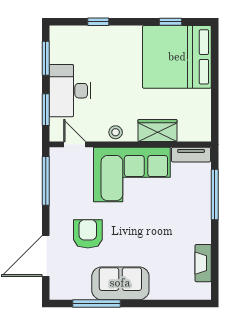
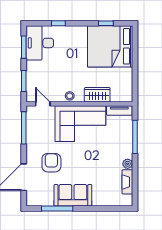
desk: (70, 91) -> (40, 43), moved
plant: (204, 235) -> (128, 164), added

